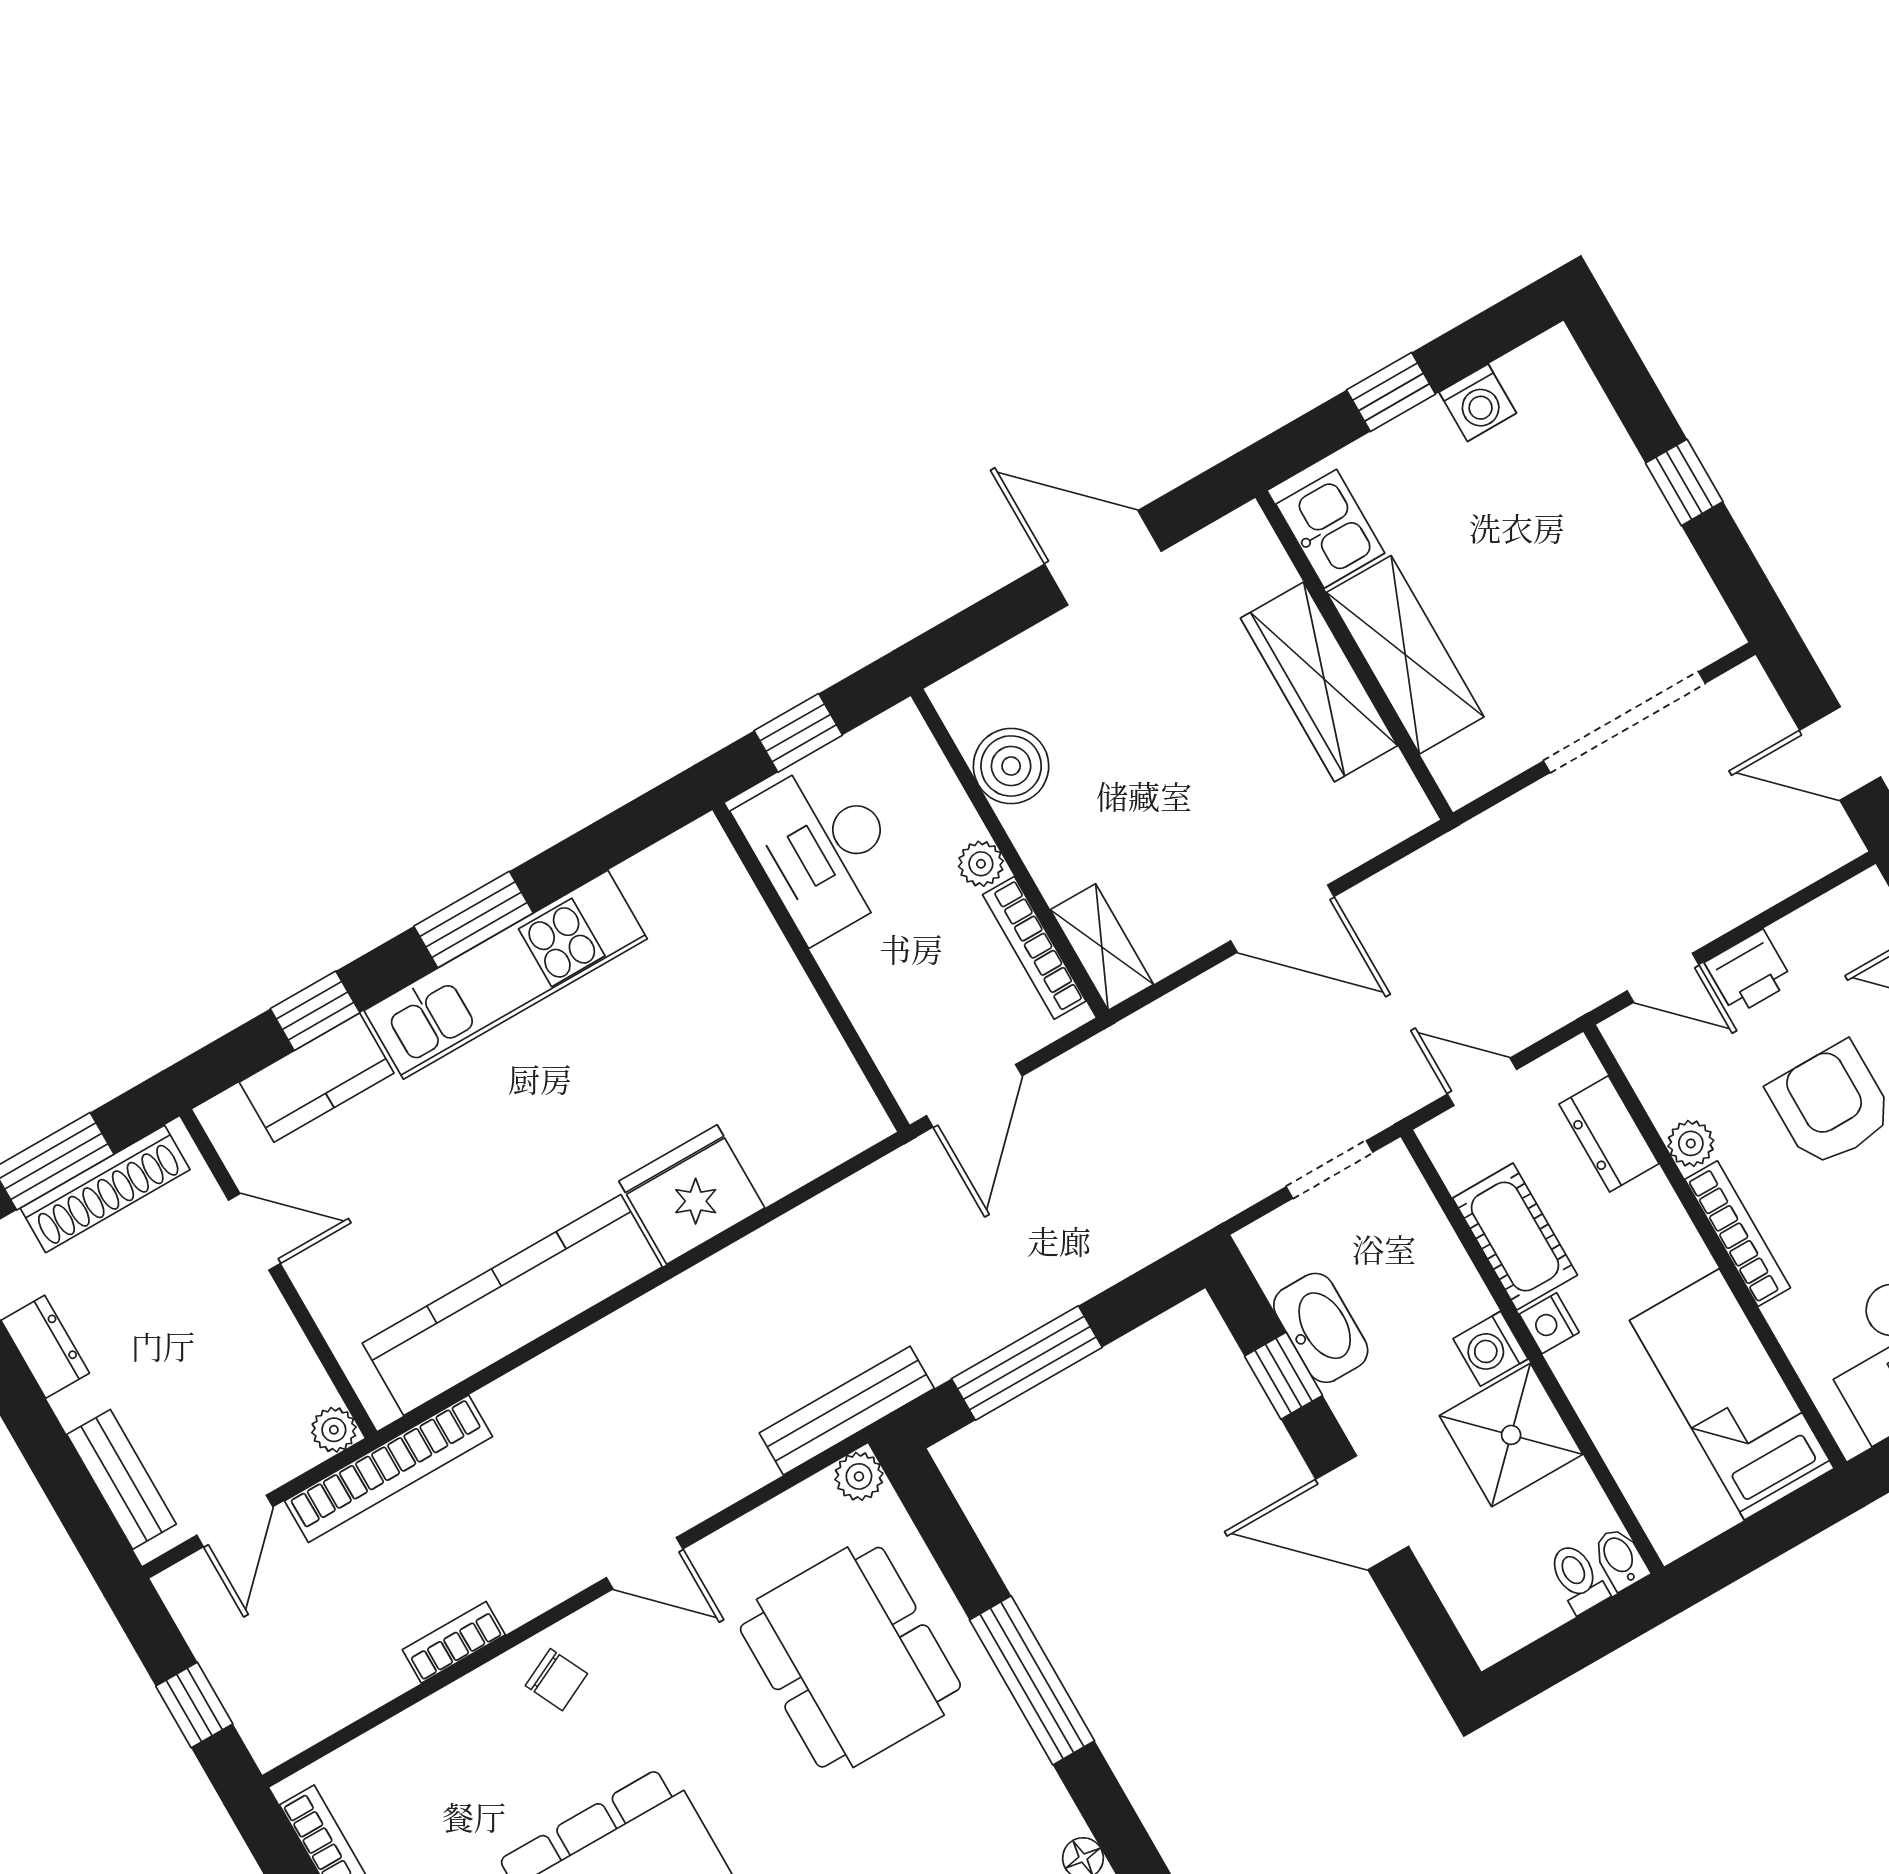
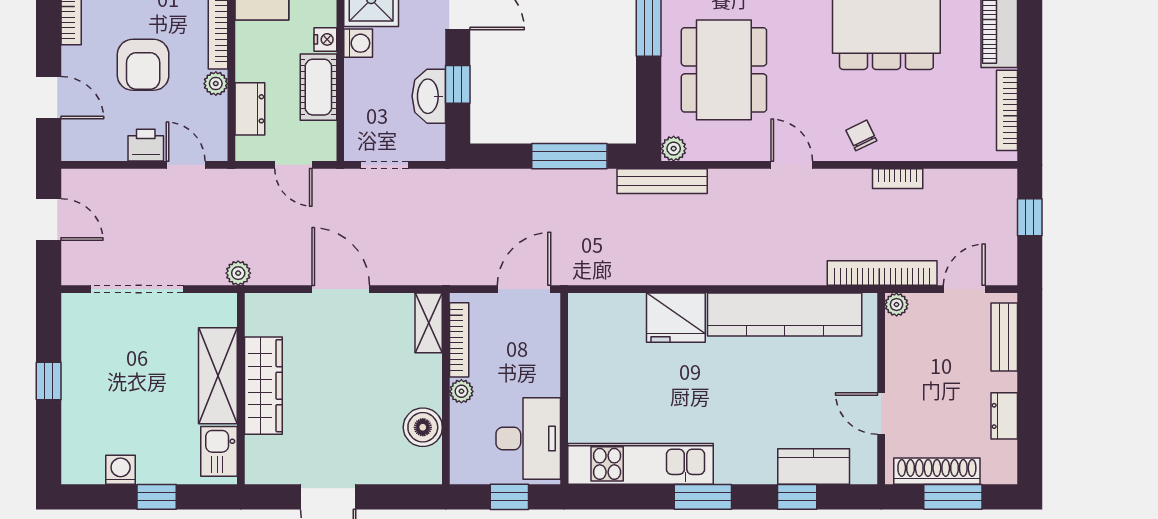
plant: (1470, 847) -> (238, 273), added
kitchen unit: (506, 975) -> (640, 464), moved

